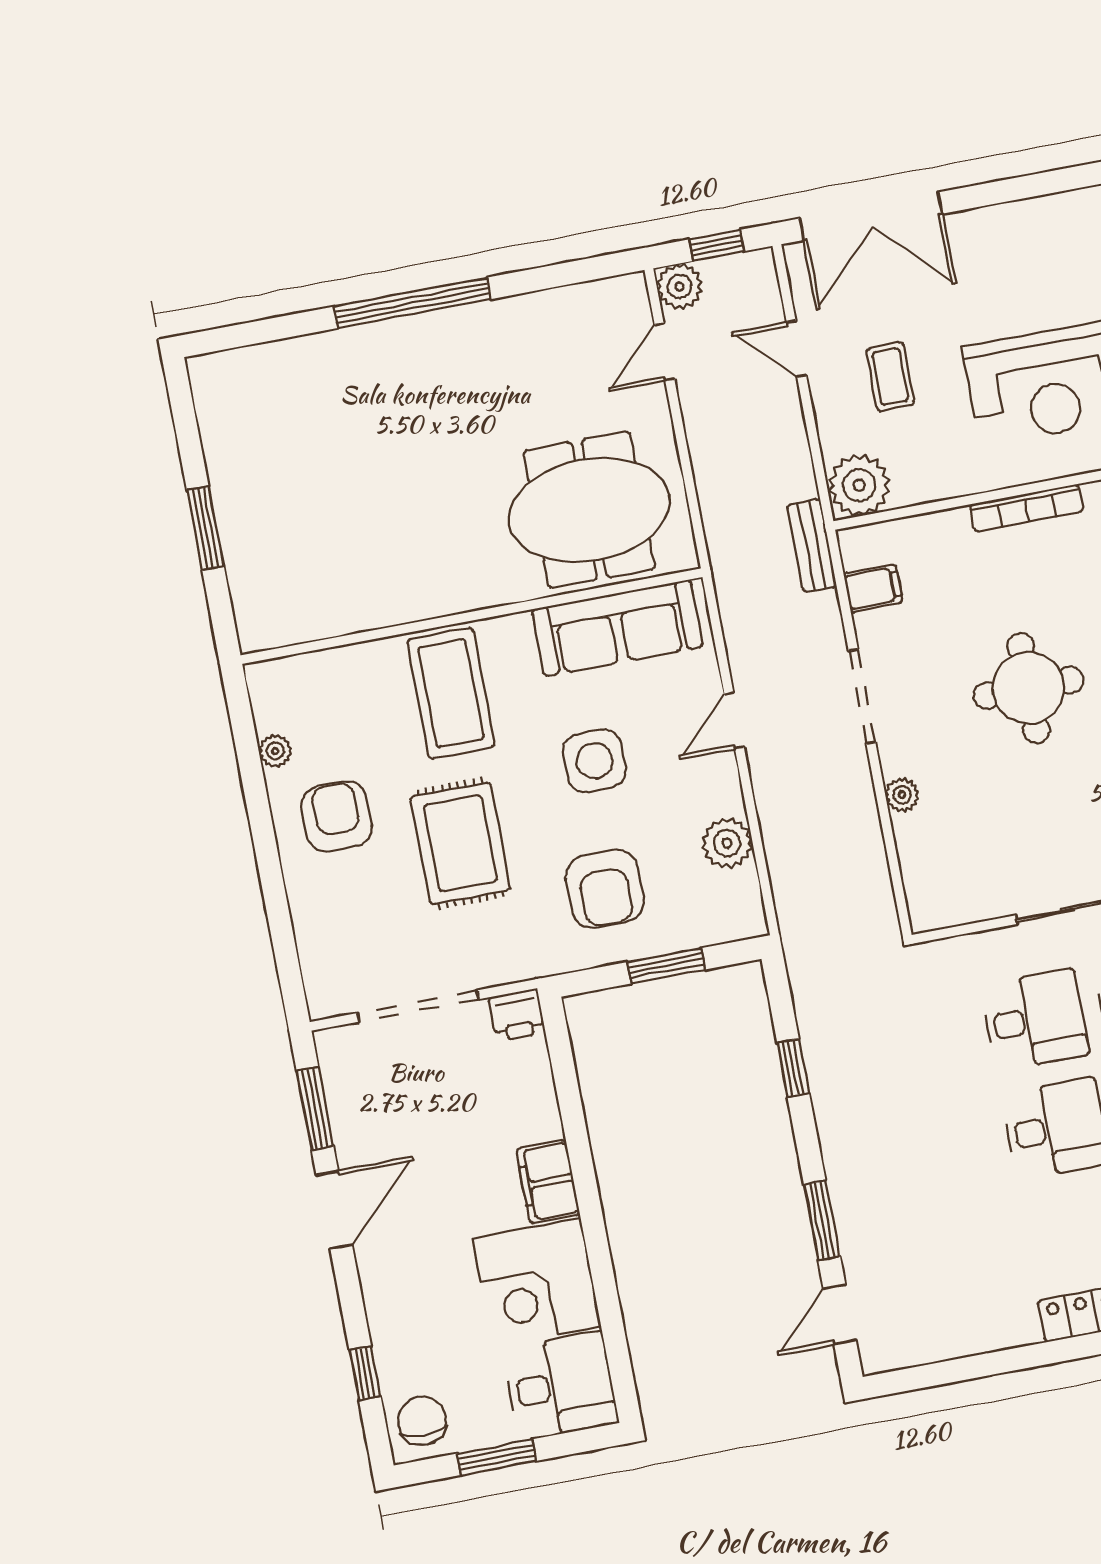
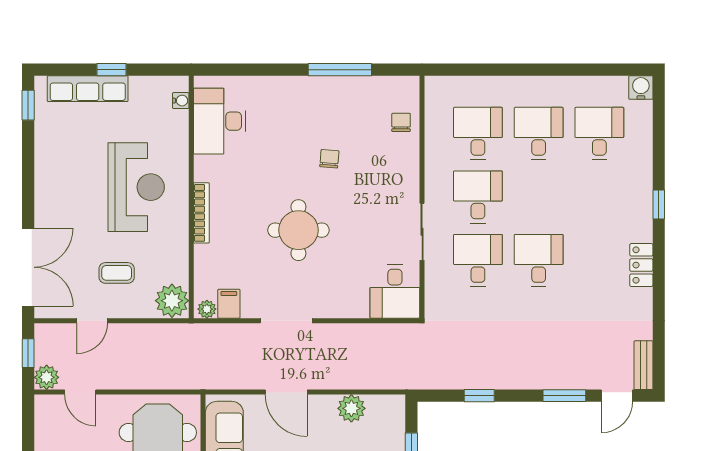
bench: (812, 546) -> (643, 365), moved, turned 90
door: (734, 721) -> (286, 392), width x1.38
plant: (902, 795) -> (207, 309), moved
desk: (951, 882) -> (395, 292), added
door: (840, 1314) -> (617, 396), hinge flipped

